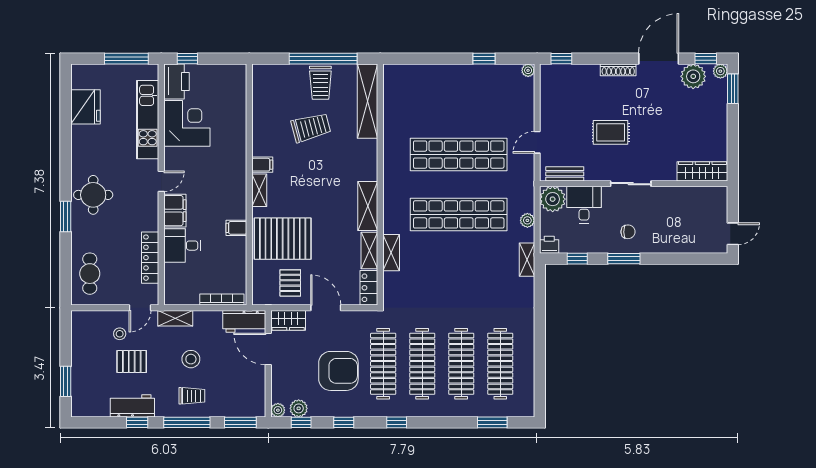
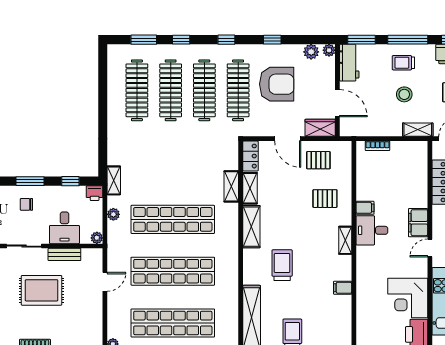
shop shelf: (459, 95) -> (173, 323), added
trolley: (311, 127) -> (282, 265), moved, turned 105
rug: (611, 132) -> (42, 290), width x1.36, depth x1.43
filing cabinet: (262, 165) -> (343, 288), moved
bench: (565, 174) -> (64, 254), moved
plant: (553, 199) -> (97, 238), width x0.53, depth x0.53
pallet: (283, 239) -> (325, 199), width x0.49, depth x0.50
desk: (182, 246) -> (372, 230), moved, turned 180
pallet: (290, 283) -> (318, 160), turned 90
bookcase: (222, 300) -> (377, 146), width x0.64
workbench: (244, 321) -> (349, 63), moved, turned 90
armchair: (338, 371) -> (277, 84), turned 180
window: (301, 422) -> (181, 40), moved

